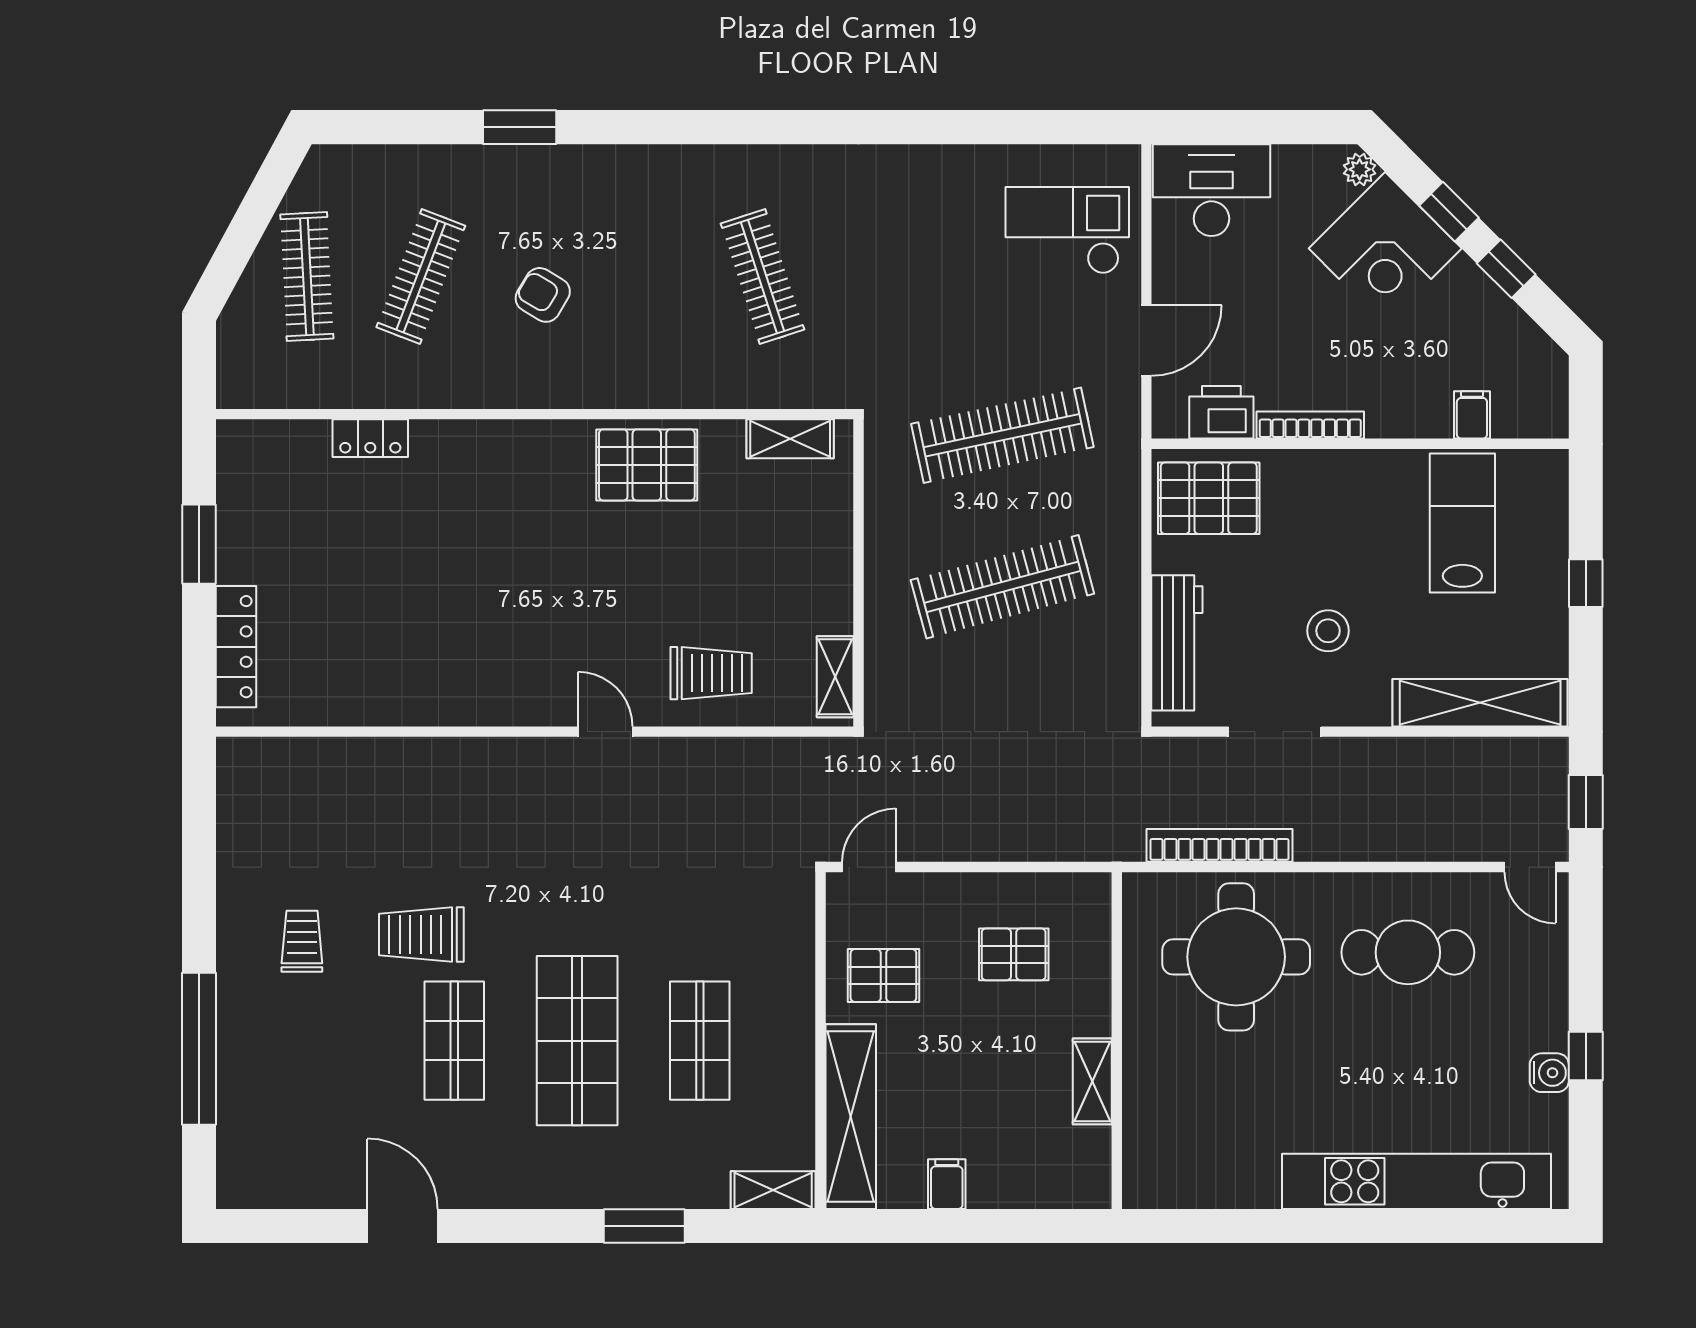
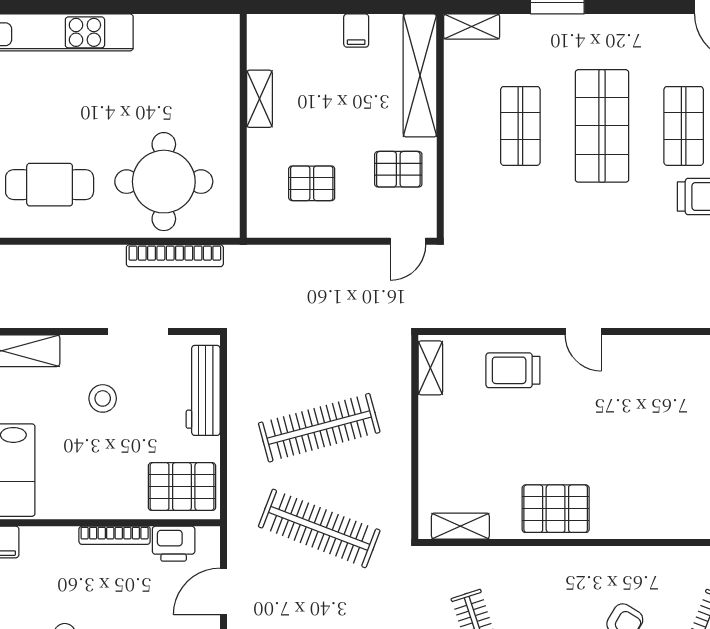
clothes rail: (1002, 435) -> (319, 528), turned 33

